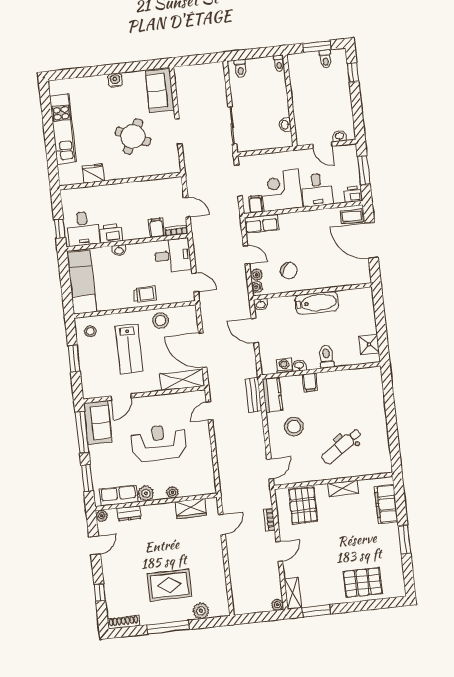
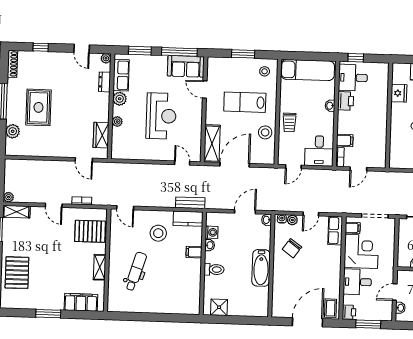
dental chair: (342, 446) -> (136, 271), turned 51

